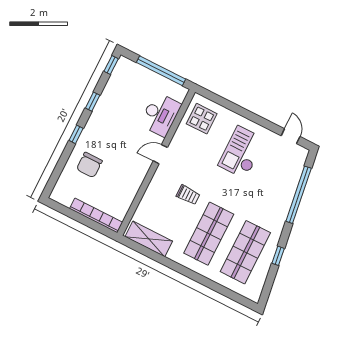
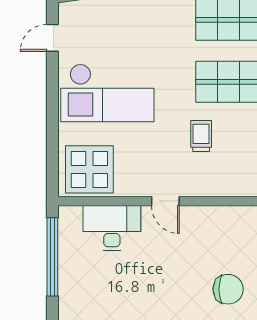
display table: (202, 119) -> (89, 169), width x1.36, depth x1.36
checkout: (242, 152) -> (107, 93), width x1.36, depth x1.21

